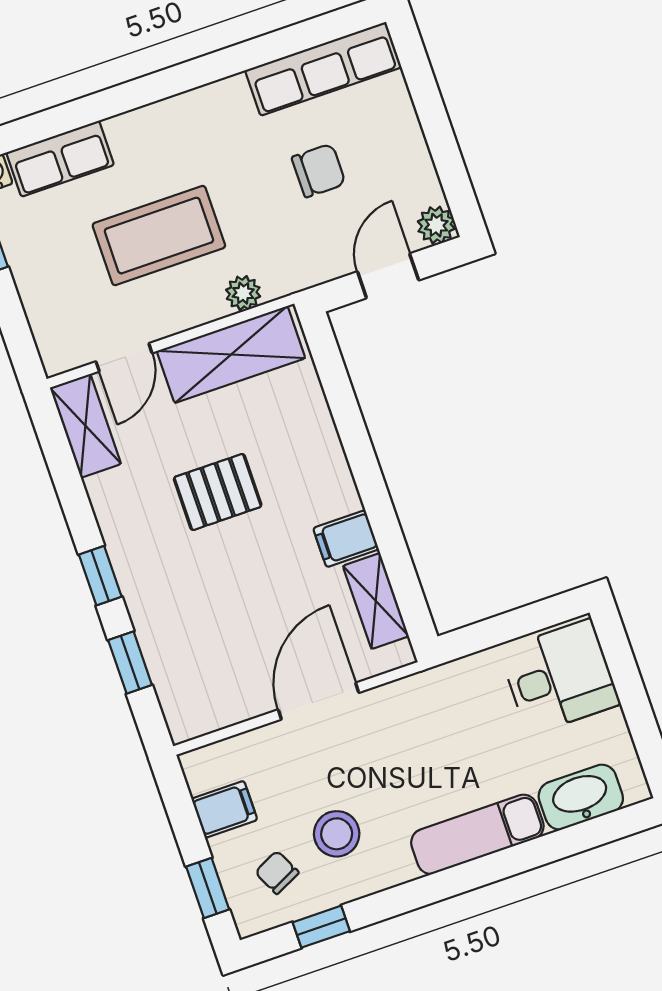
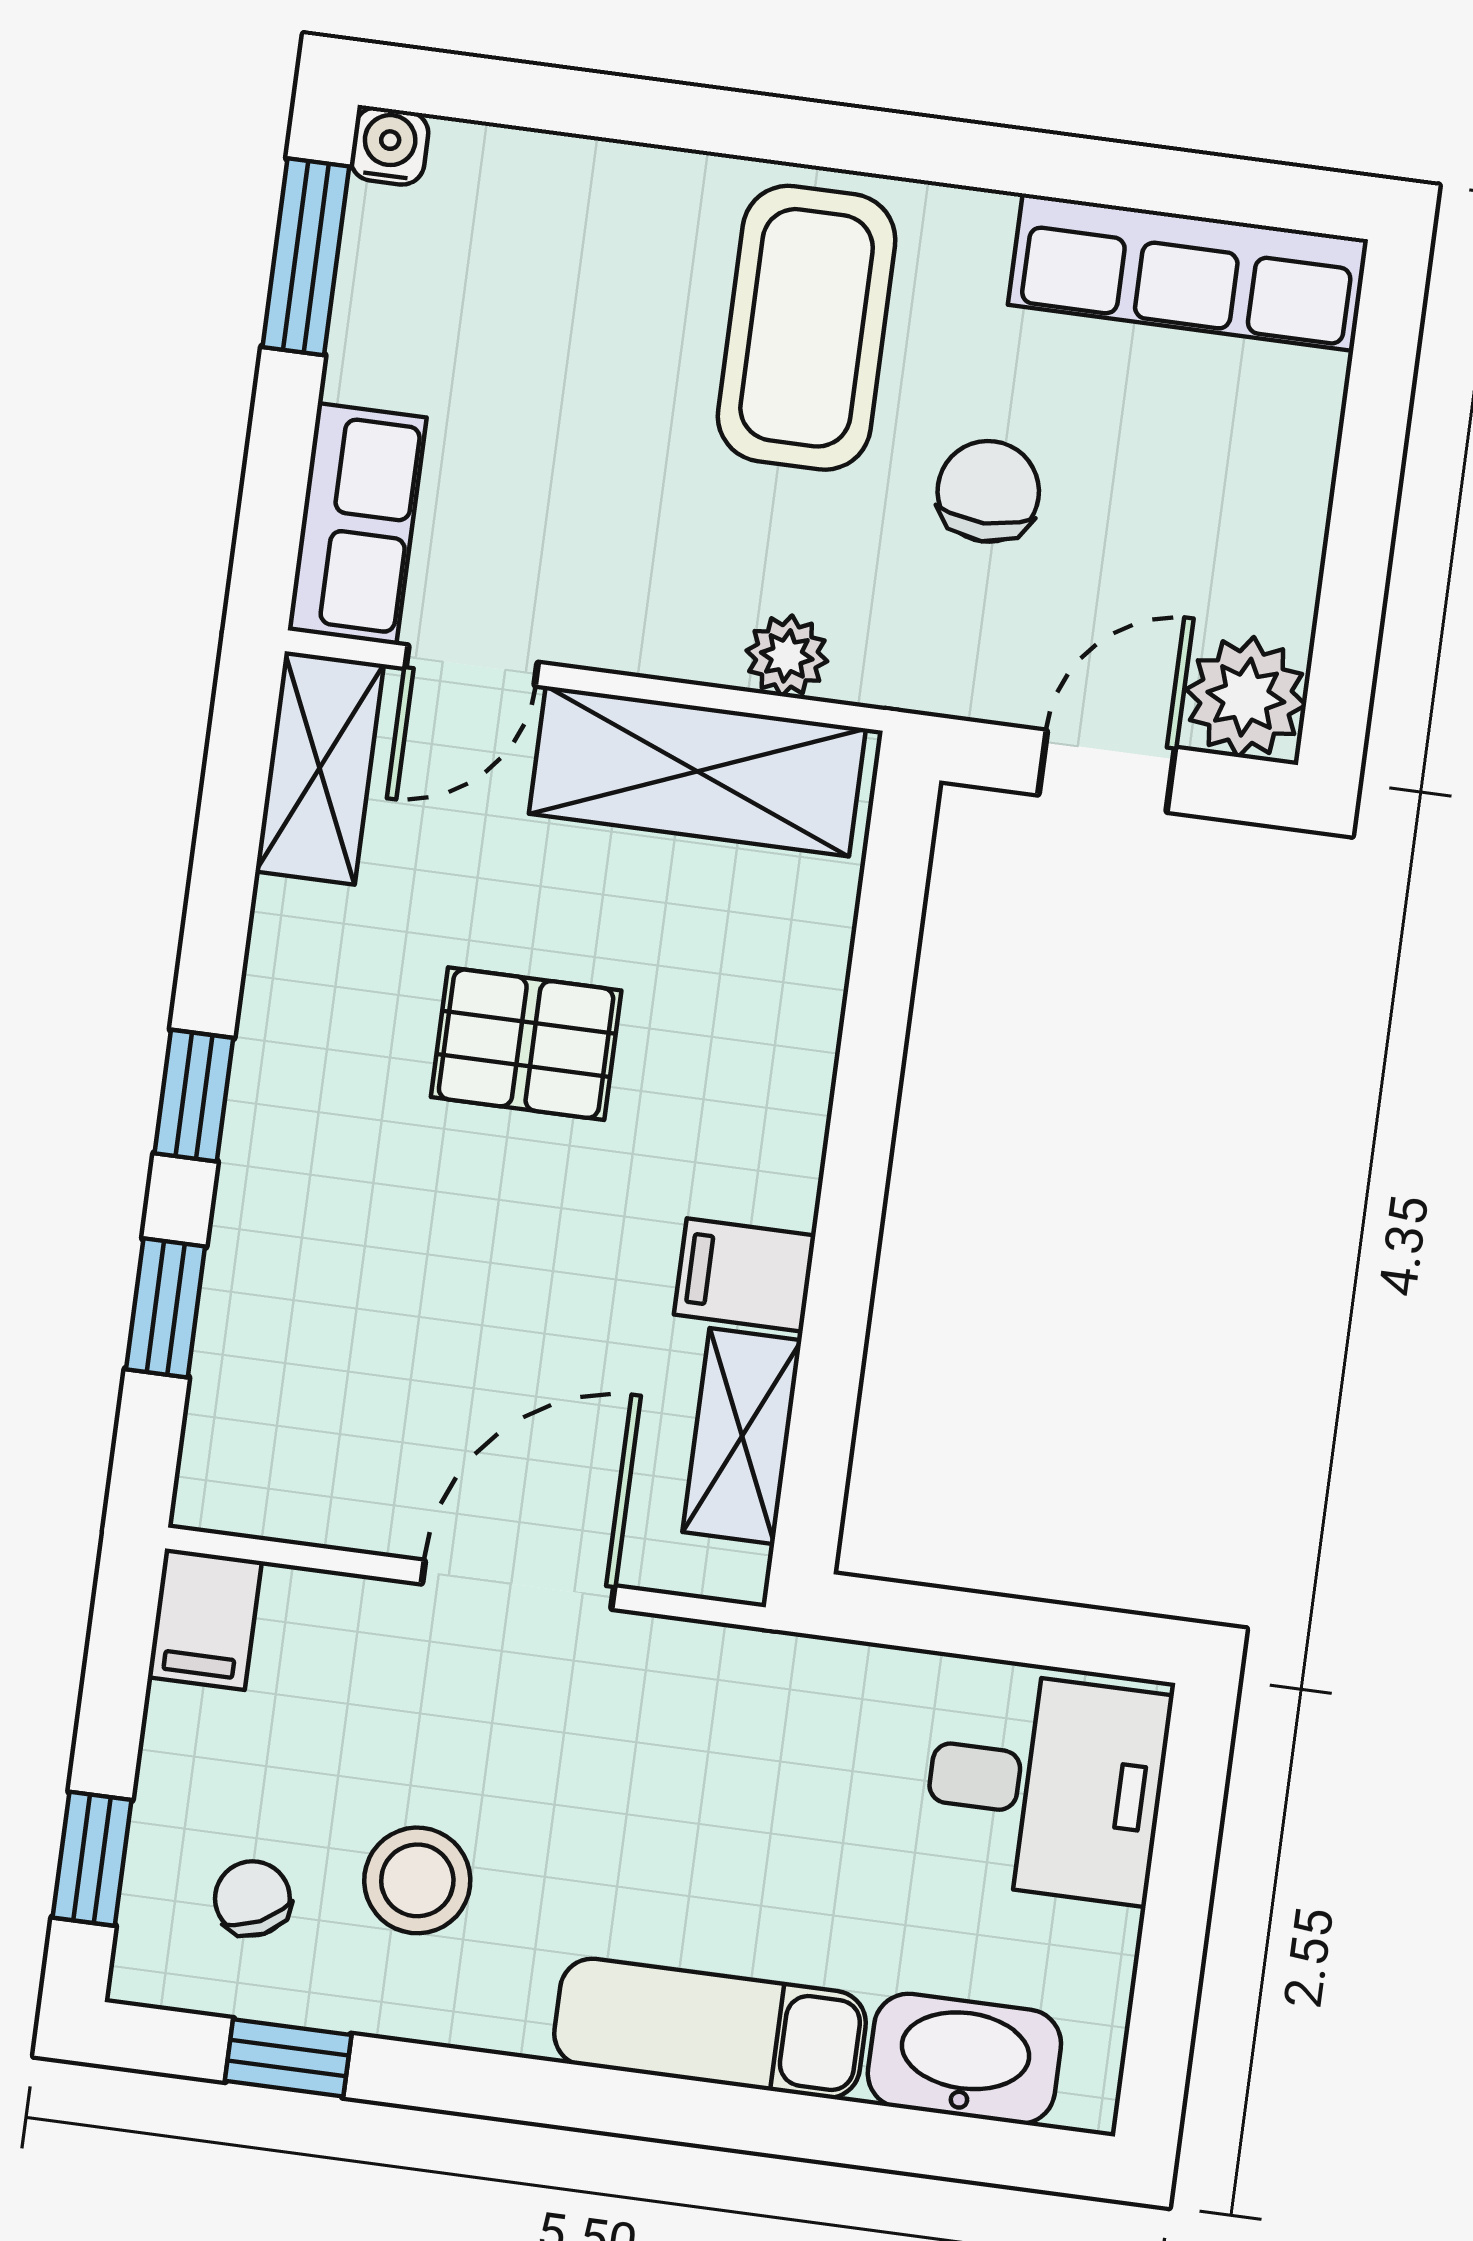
row of seats: (60, 159) -> (357, 524), moved, turned -90
chair: (319, 171) -> (988, 491), moved, turned -90
plant: (436, 225) -> (1246, 697), width x1.38, depth x1.38
coffee table: (159, 236) -> (807, 328), moved, turned 90
filing cabinet: (224, 809) -> (205, 1619), moved, turned 90

